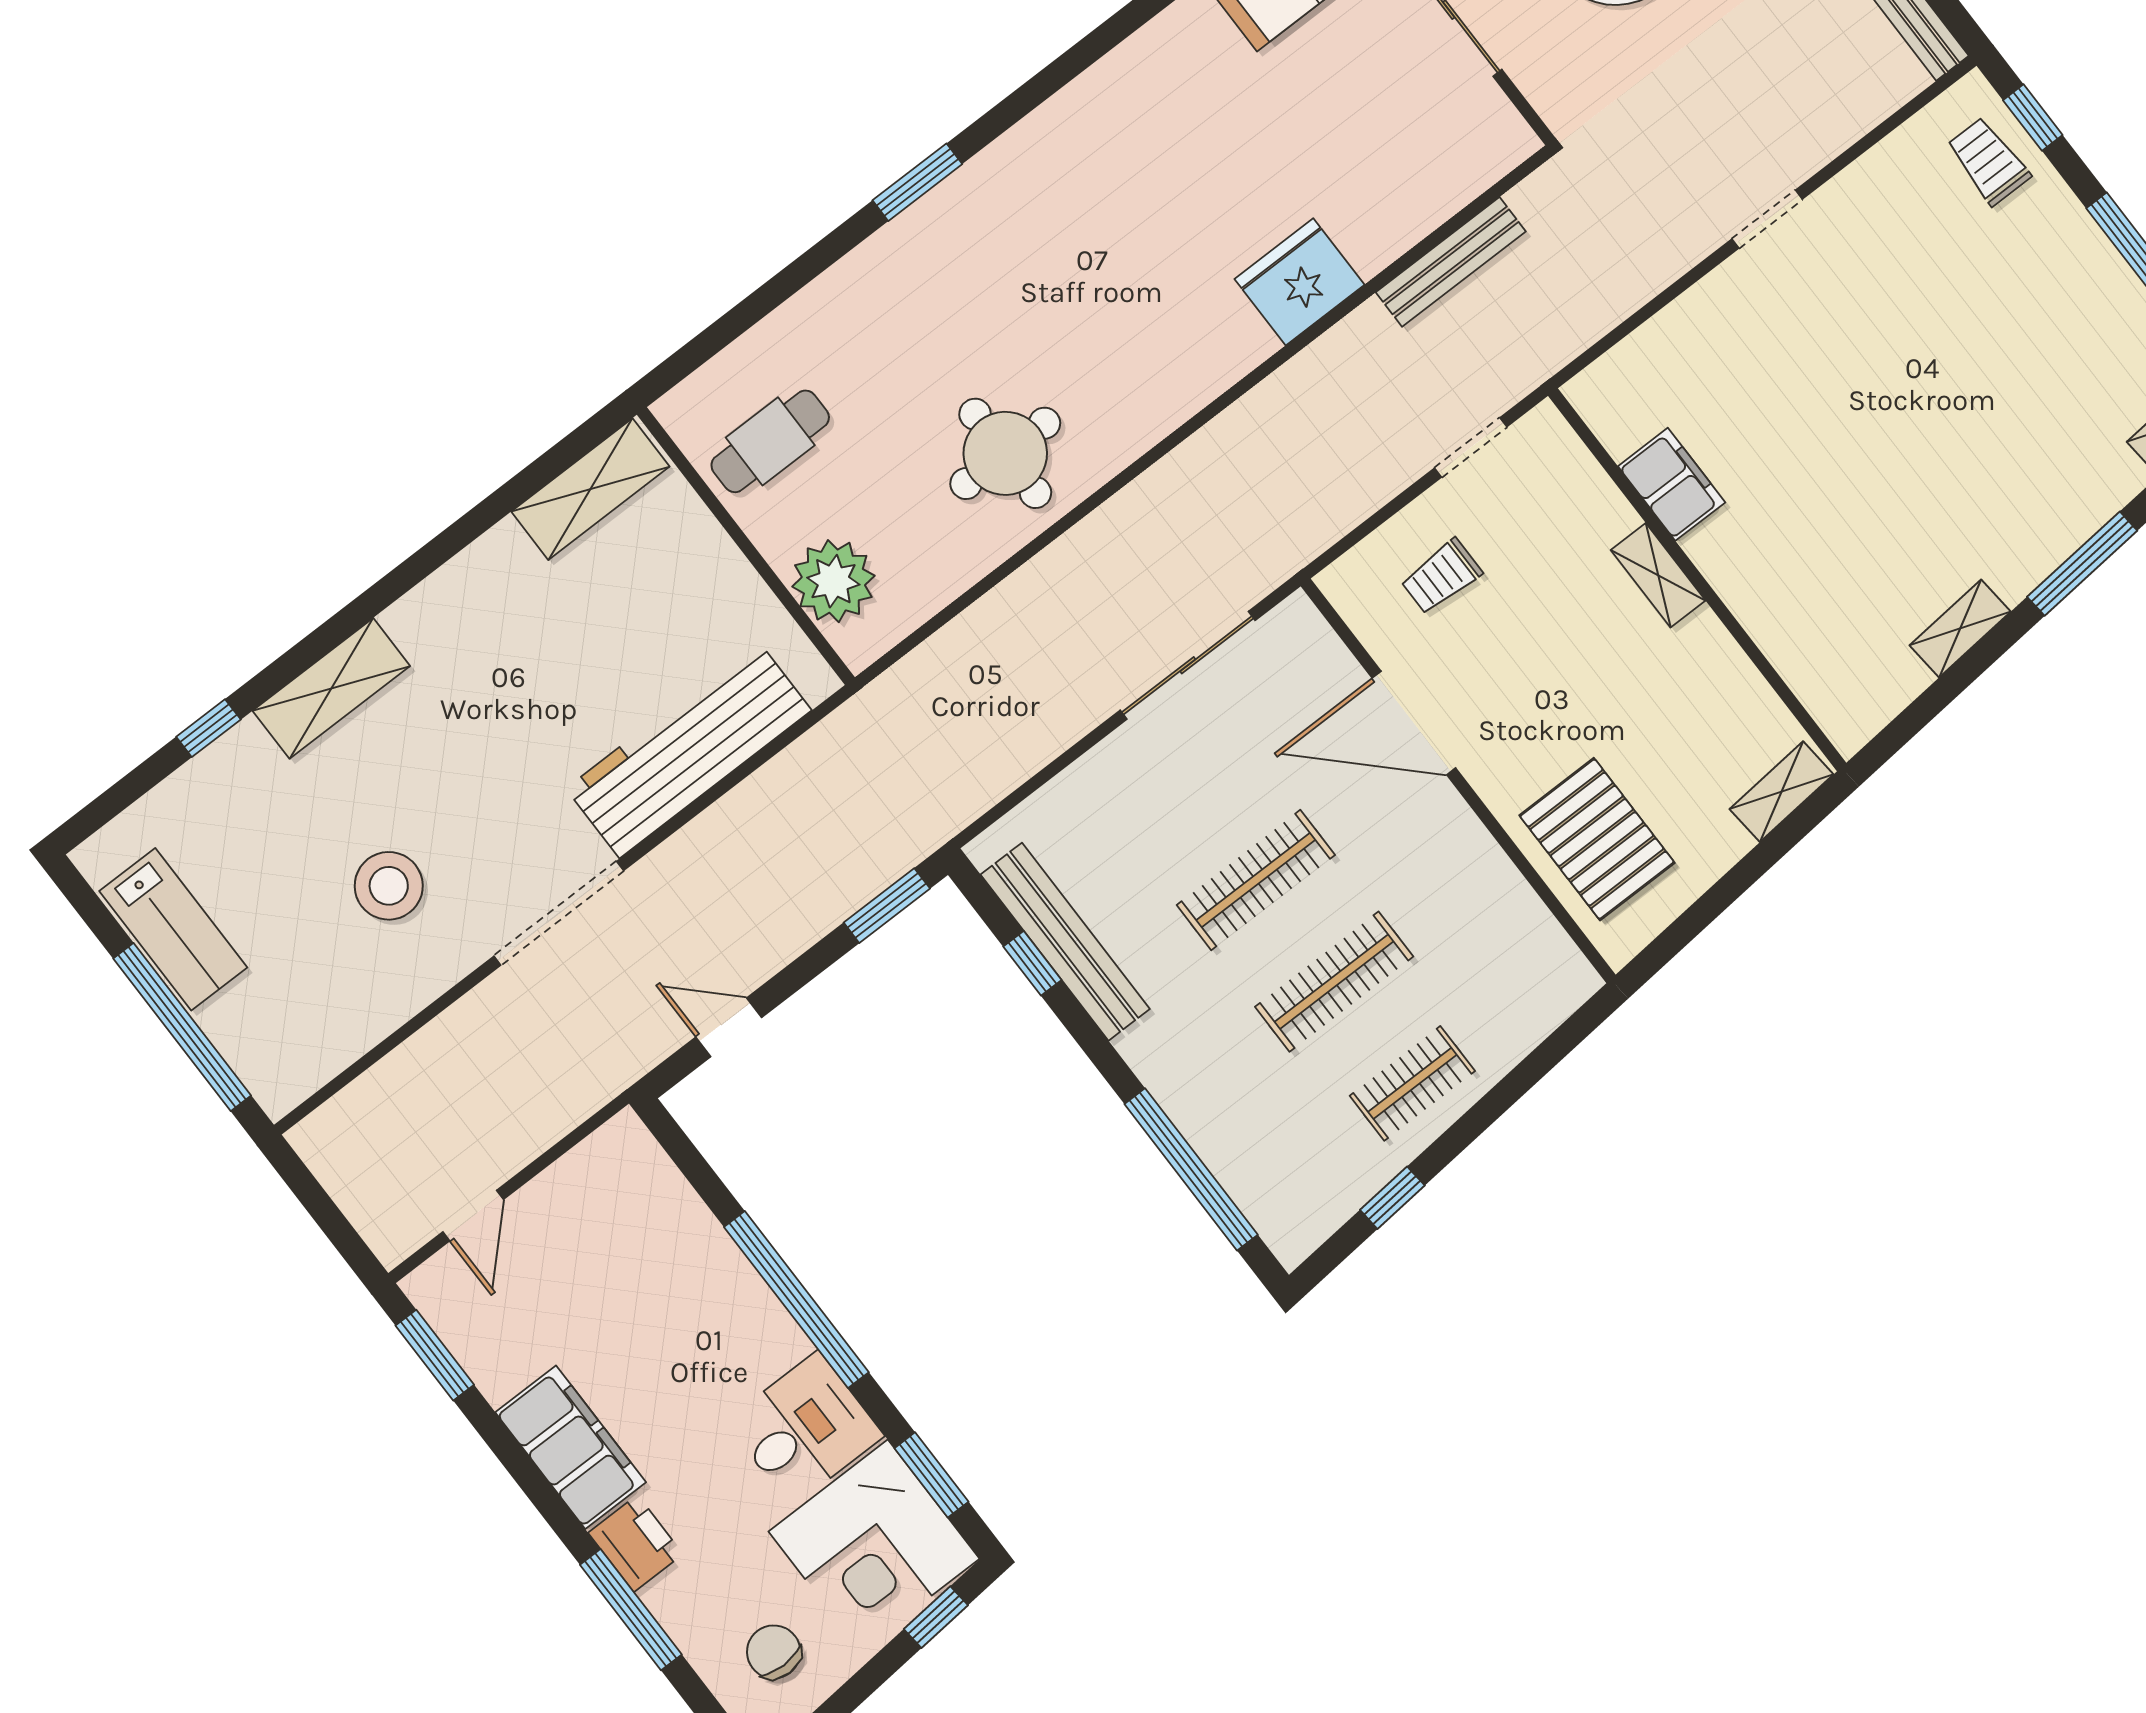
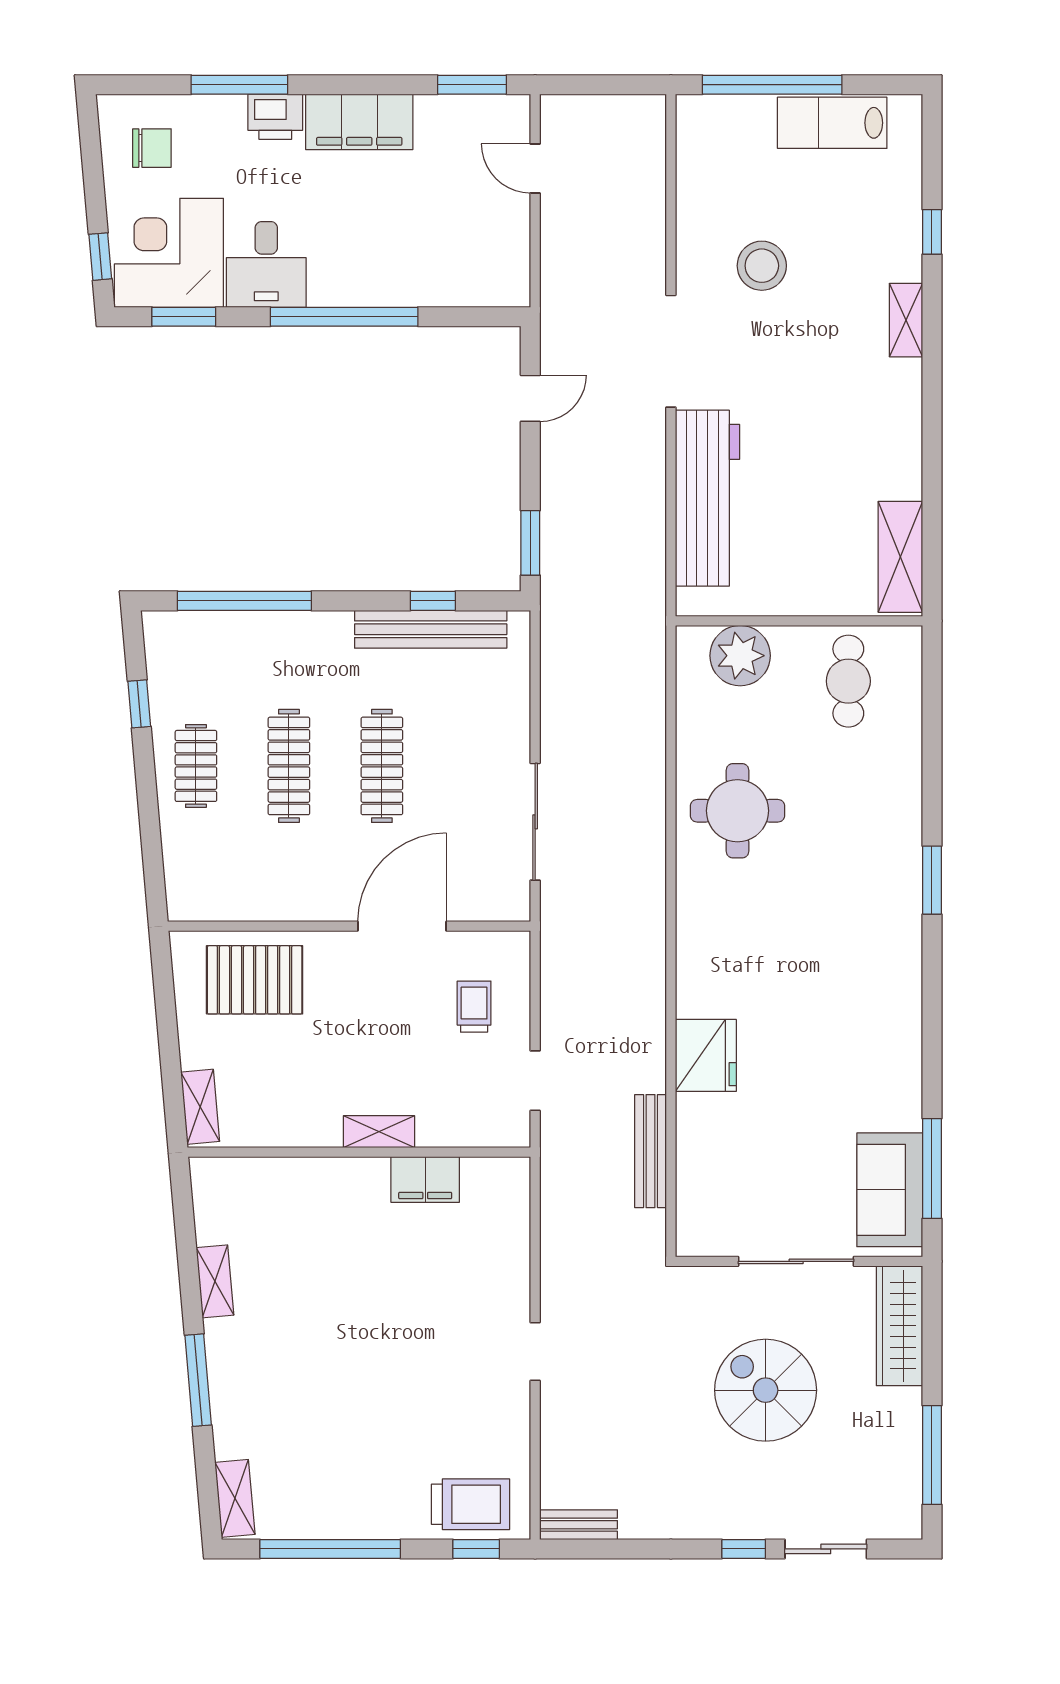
trolley: (1989, 161) -> (471, 1504), width x1.36, depth x1.39
shelving: (331, 688) -> (906, 320), width x0.67, depth x0.75

